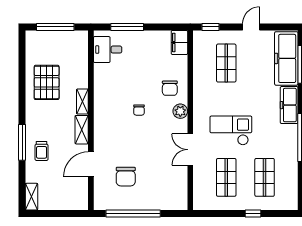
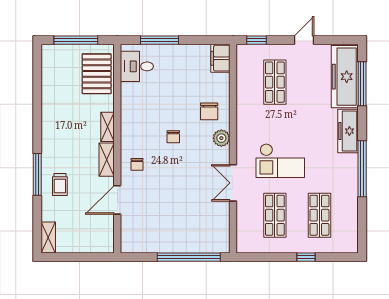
pallet: (47, 82) -> (97, 74), moved
checkout: (231, 130) -> (280, 161), turned 180
chair: (126, 177) -> (137, 164), moved, width x0.54, depth x0.54
window: (133, 213) -> (189, 257), moved

